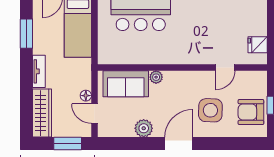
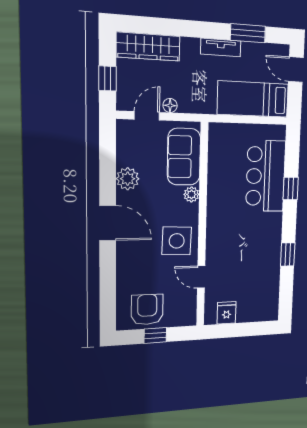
tv unit: (39, 71) -> (221, 47), moved
side table: (210, 110) -> (177, 241), moved
window: (68, 144) -> (108, 79), width x0.67

